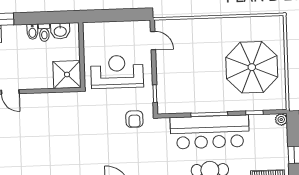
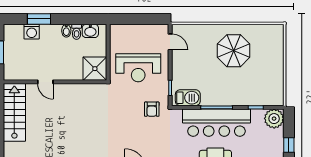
parasol: (252, 67) -> (234, 51), moved, width x0.73, depth x0.73
reception desk: (117, 72) -> (138, 68), turned 180
barbecue: (176, 104) -> (188, 98), added
plant: (281, 120) -> (274, 119), width x1.87, depth x1.87

